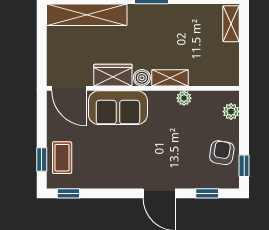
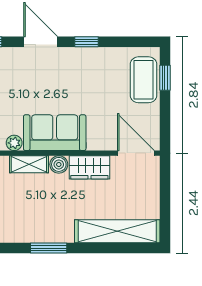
sofa: (118, 108) -> (55, 133), moved
coffee table: (62, 158) -> (143, 80), width x1.36, depth x1.30
window: (68, 193) -> (86, 42), moved

